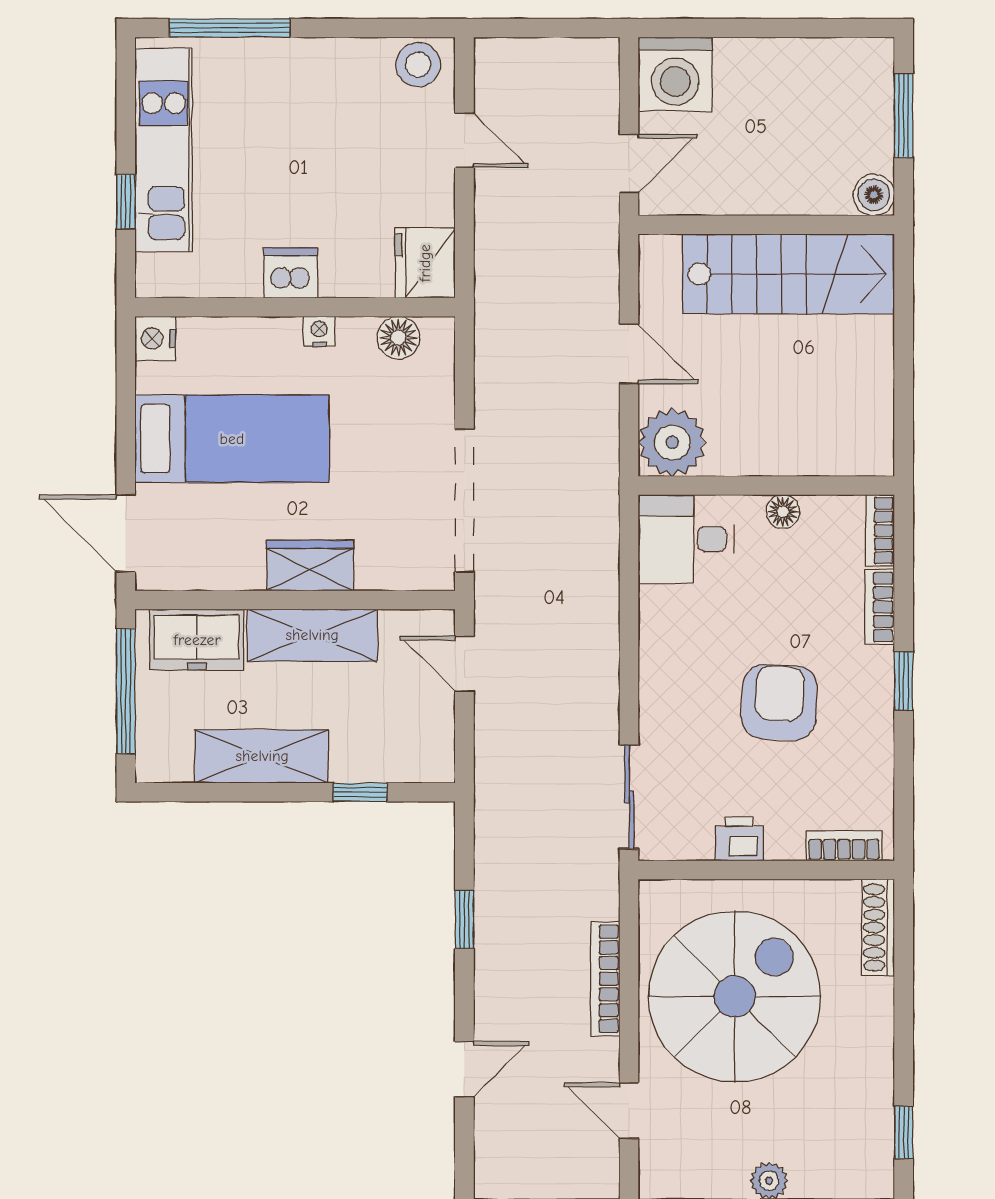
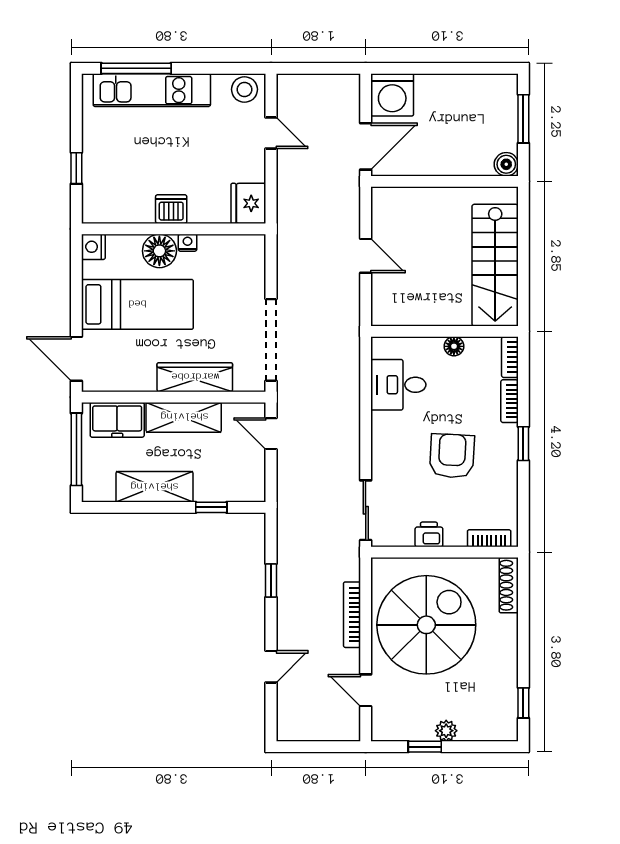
kitchen unit: (164, 150) -> (152, 90), moved, turned 90
door: (629, 164) -> (366, 146), width x1.38
stairs: (788, 274) -> (495, 265), moved, turned 90
floor lamp: (398, 338) -> (159, 251), moved, width x1.38, depth x1.38
plant: (672, 442) -> (390, 307), removed
desk: (686, 539) -> (398, 385), moved
wardrobe: (310, 566) -> (195, 377), width x1.50

